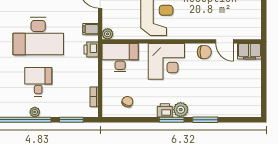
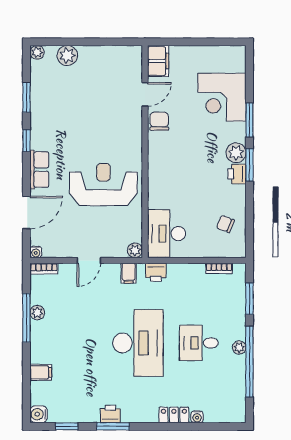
corner desk: (166, 61) -> (222, 97), moved, turned 180

